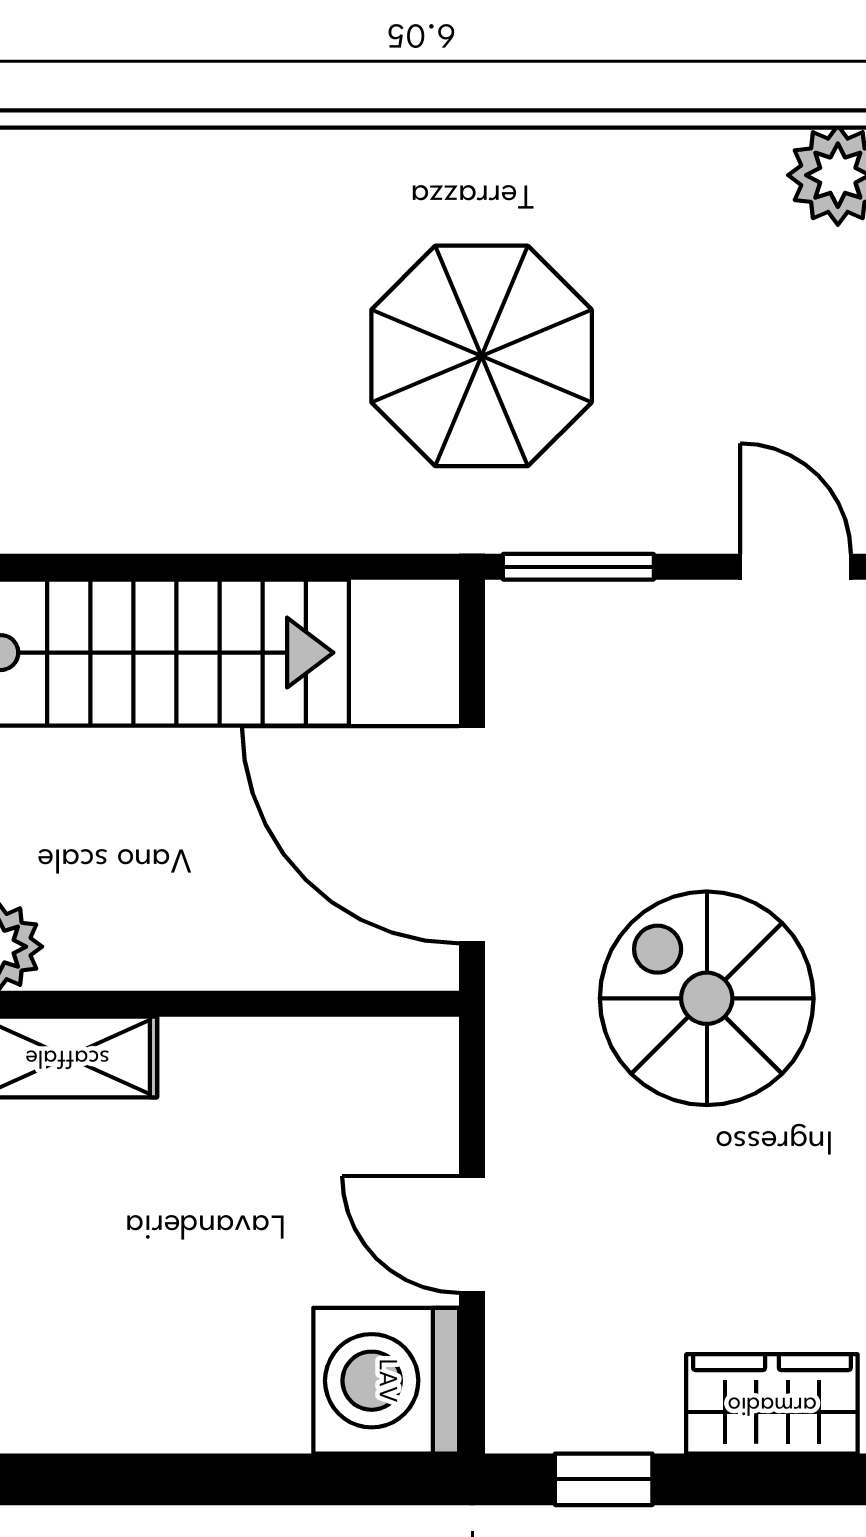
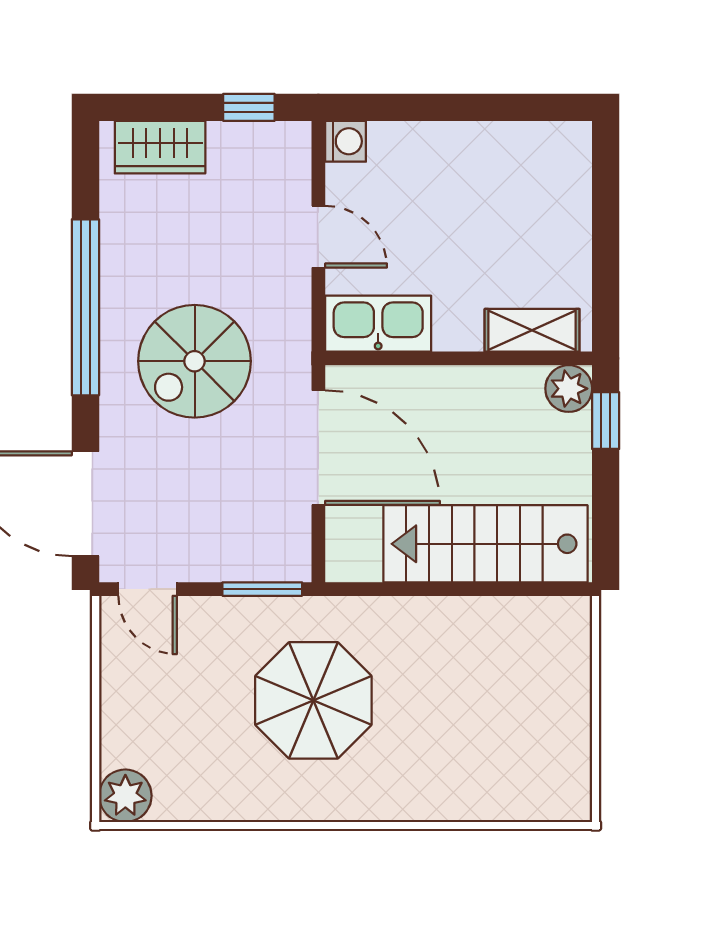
spiral stairs: (707, 998) -> (195, 361), turned 90
kitchen sink: (359, 1070) -> (378, 324), added
washing machine: (386, 1381) -> (346, 141), width x0.53, depth x0.53

